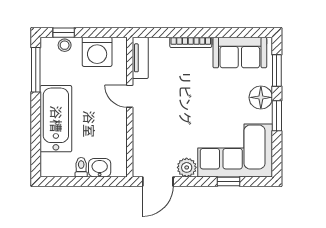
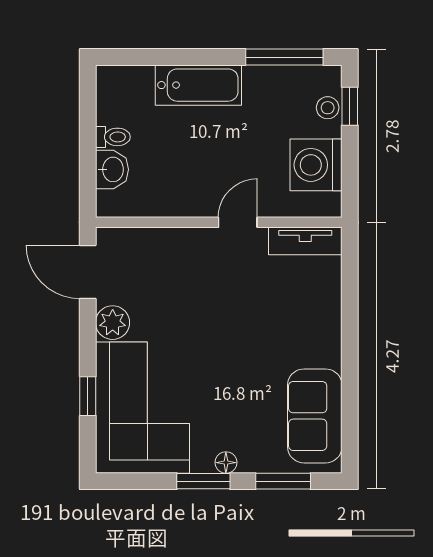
bookcase: (191, 42) -> (333, 330), removed
floor lamp: (261, 97) -> (226, 463), width x0.53, depth x0.53
bathtub: (56, 119) -> (198, 85), width x0.73, depth x0.73

